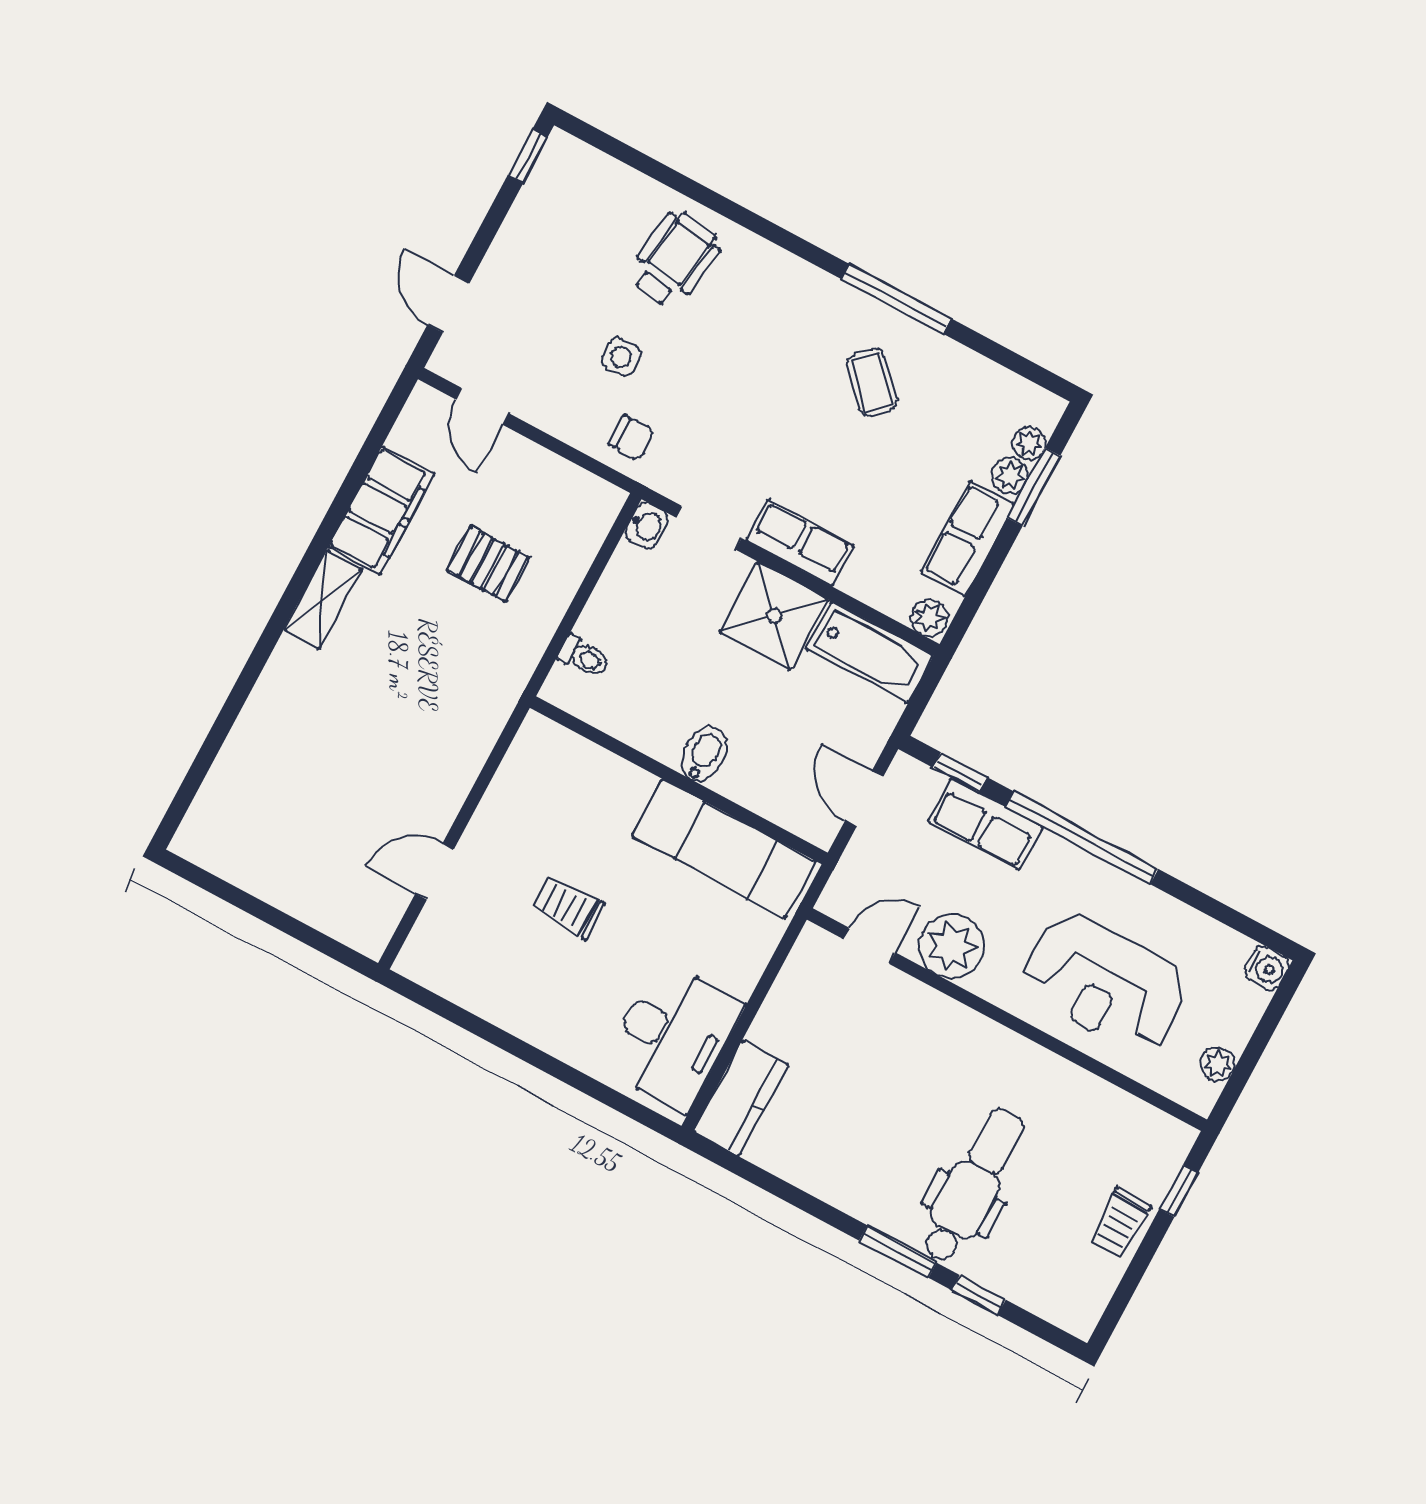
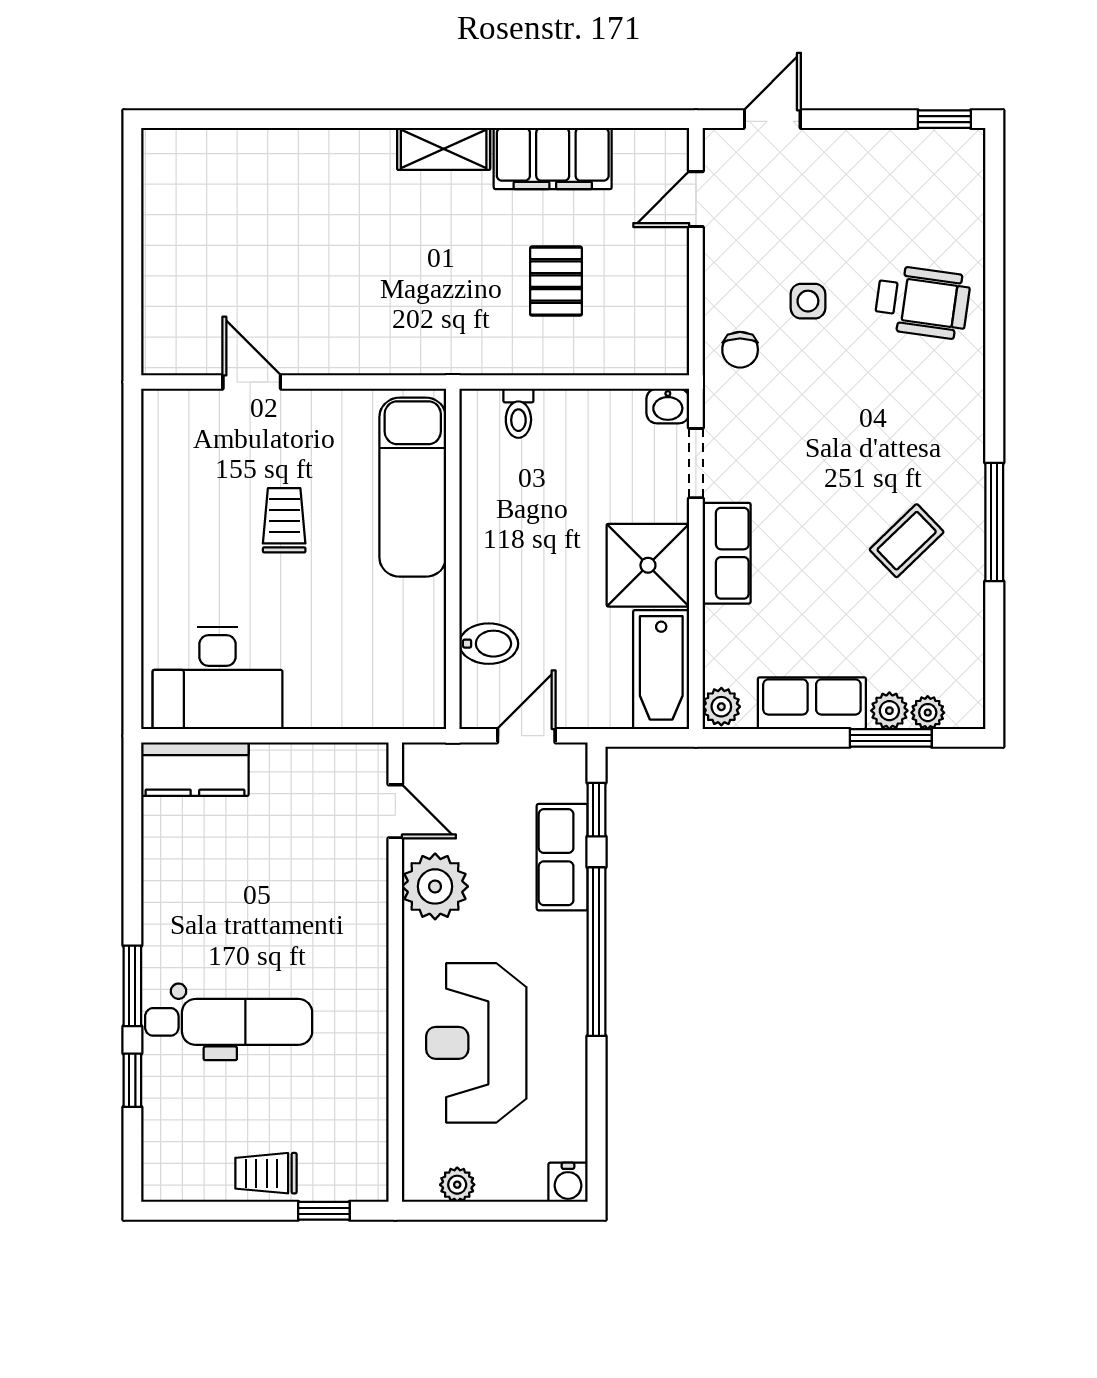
bidet: (704, 754) -> (489, 644), moved
exam couch: (724, 849) -> (413, 487), moved

